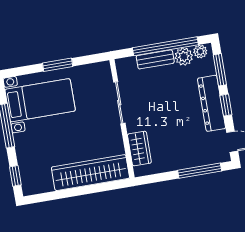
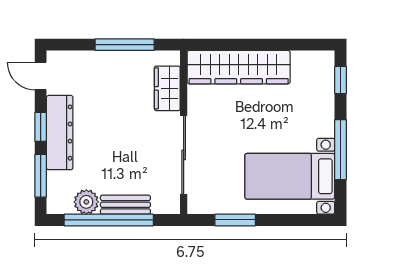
plant: (200, 51) -> (63, 205), removed
window: (58, 65) -> (235, 220), moved
sliding door: (119, 103) -> (184, 155), width x1.37
window: (200, 171) -> (125, 45), moved

